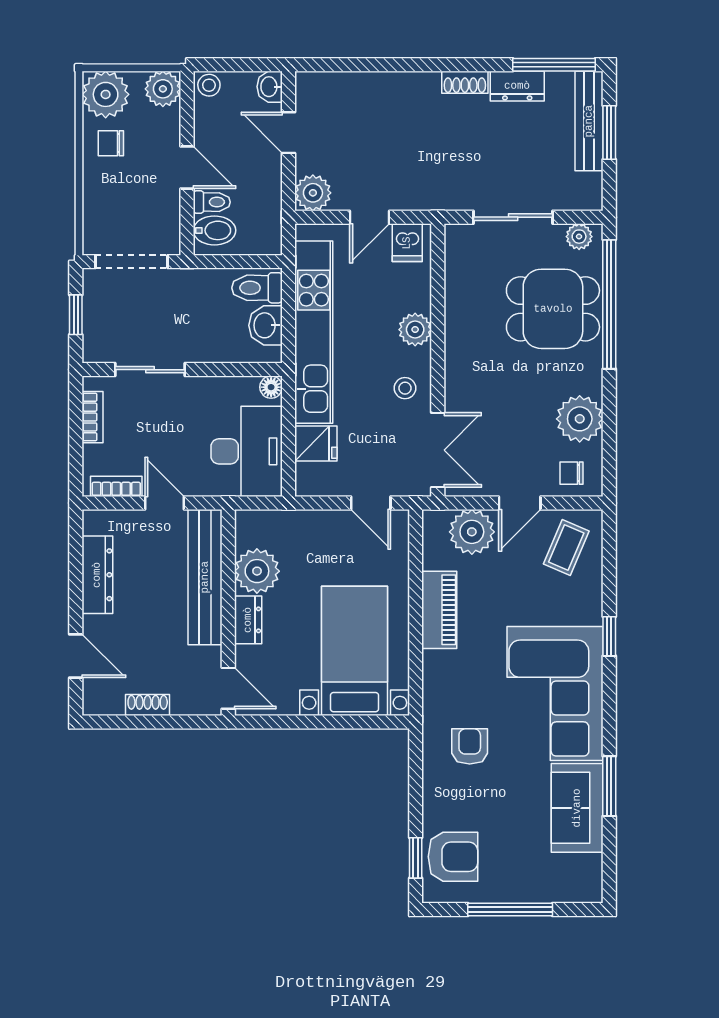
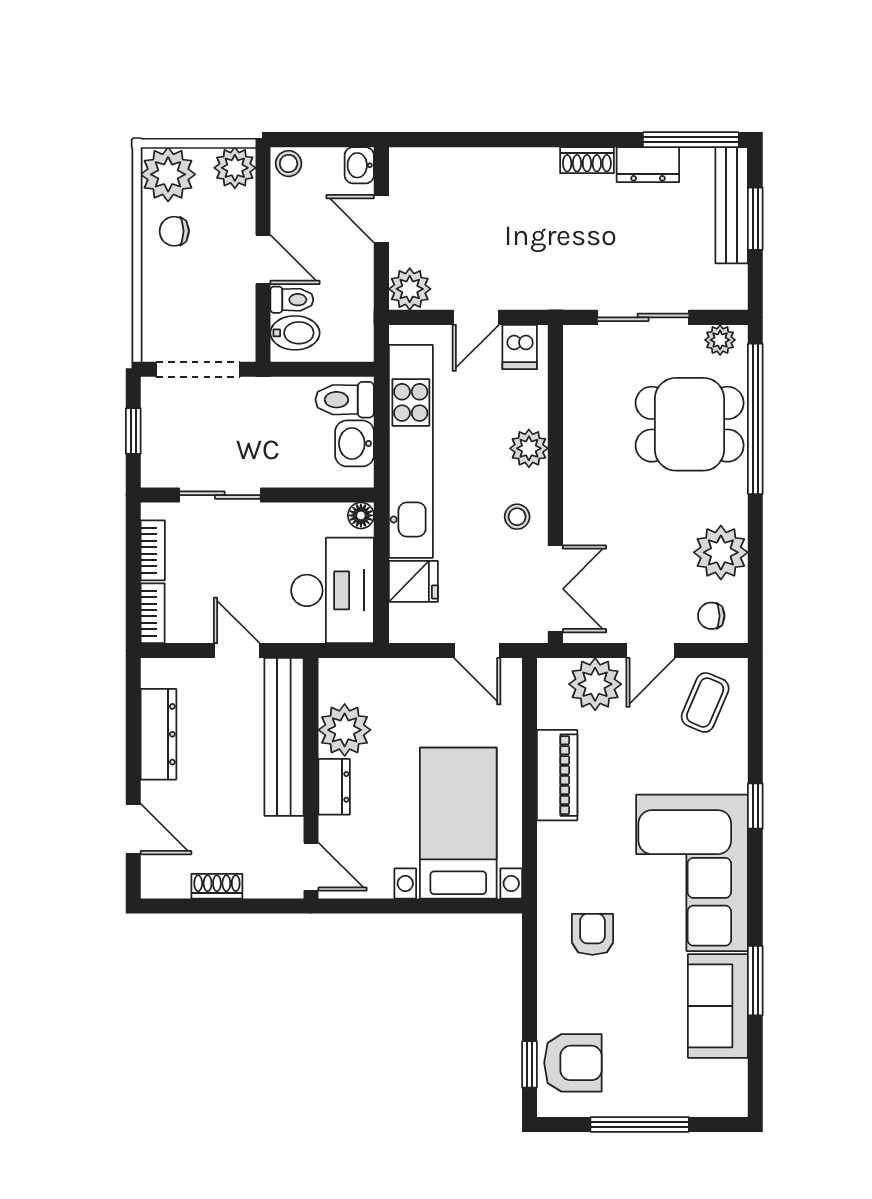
bookcase: (116, 486) -> (153, 613), moved, turned 90

